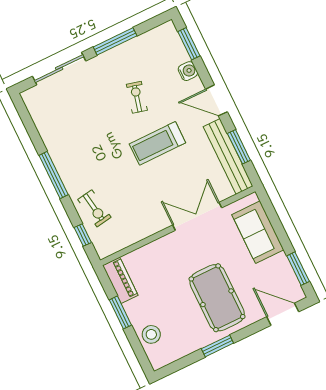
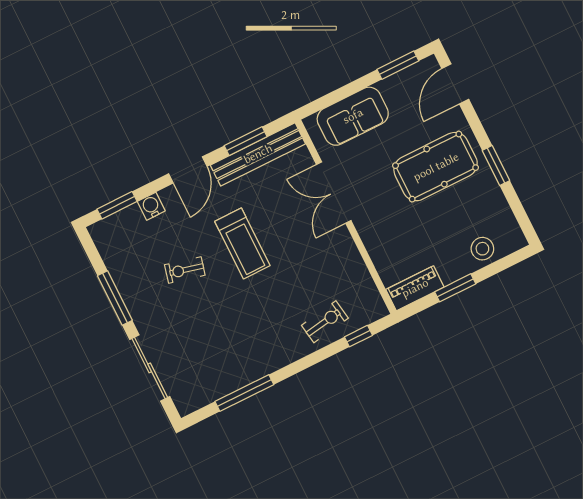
window: (54, 175) -> (244, 393), moved

